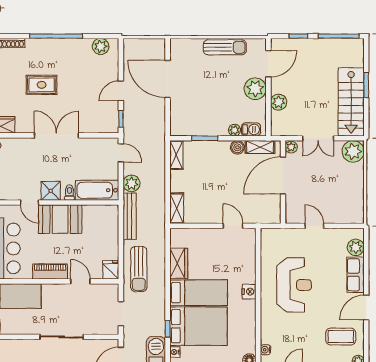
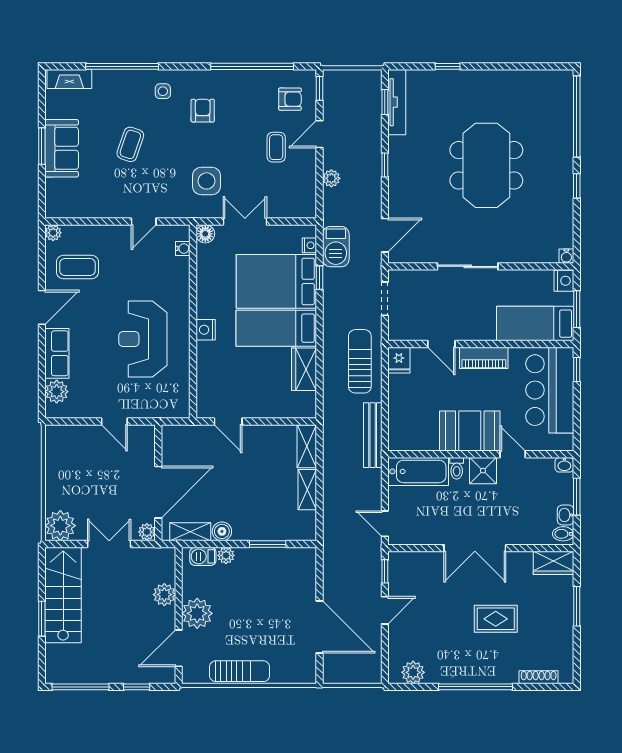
sun lounger: (225, 47) -> (240, 671), turned 180
shelving: (176, 155) -> (307, 490), moved
plant: (131, 183) -> (370, 481), removed

